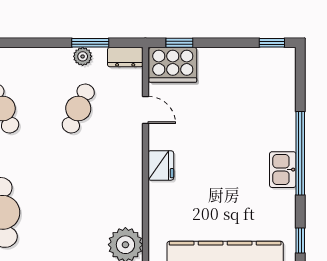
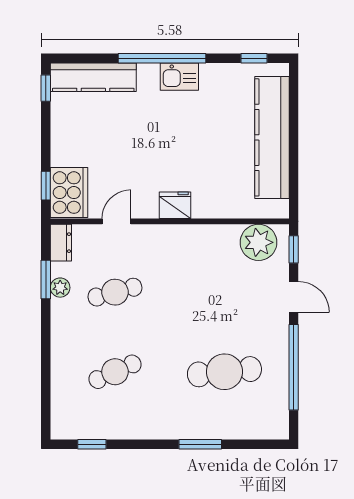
kitchen counter: (282, 88) -> (93, 77), added
cafe table: (78, 109) -> (115, 292), turned -39

